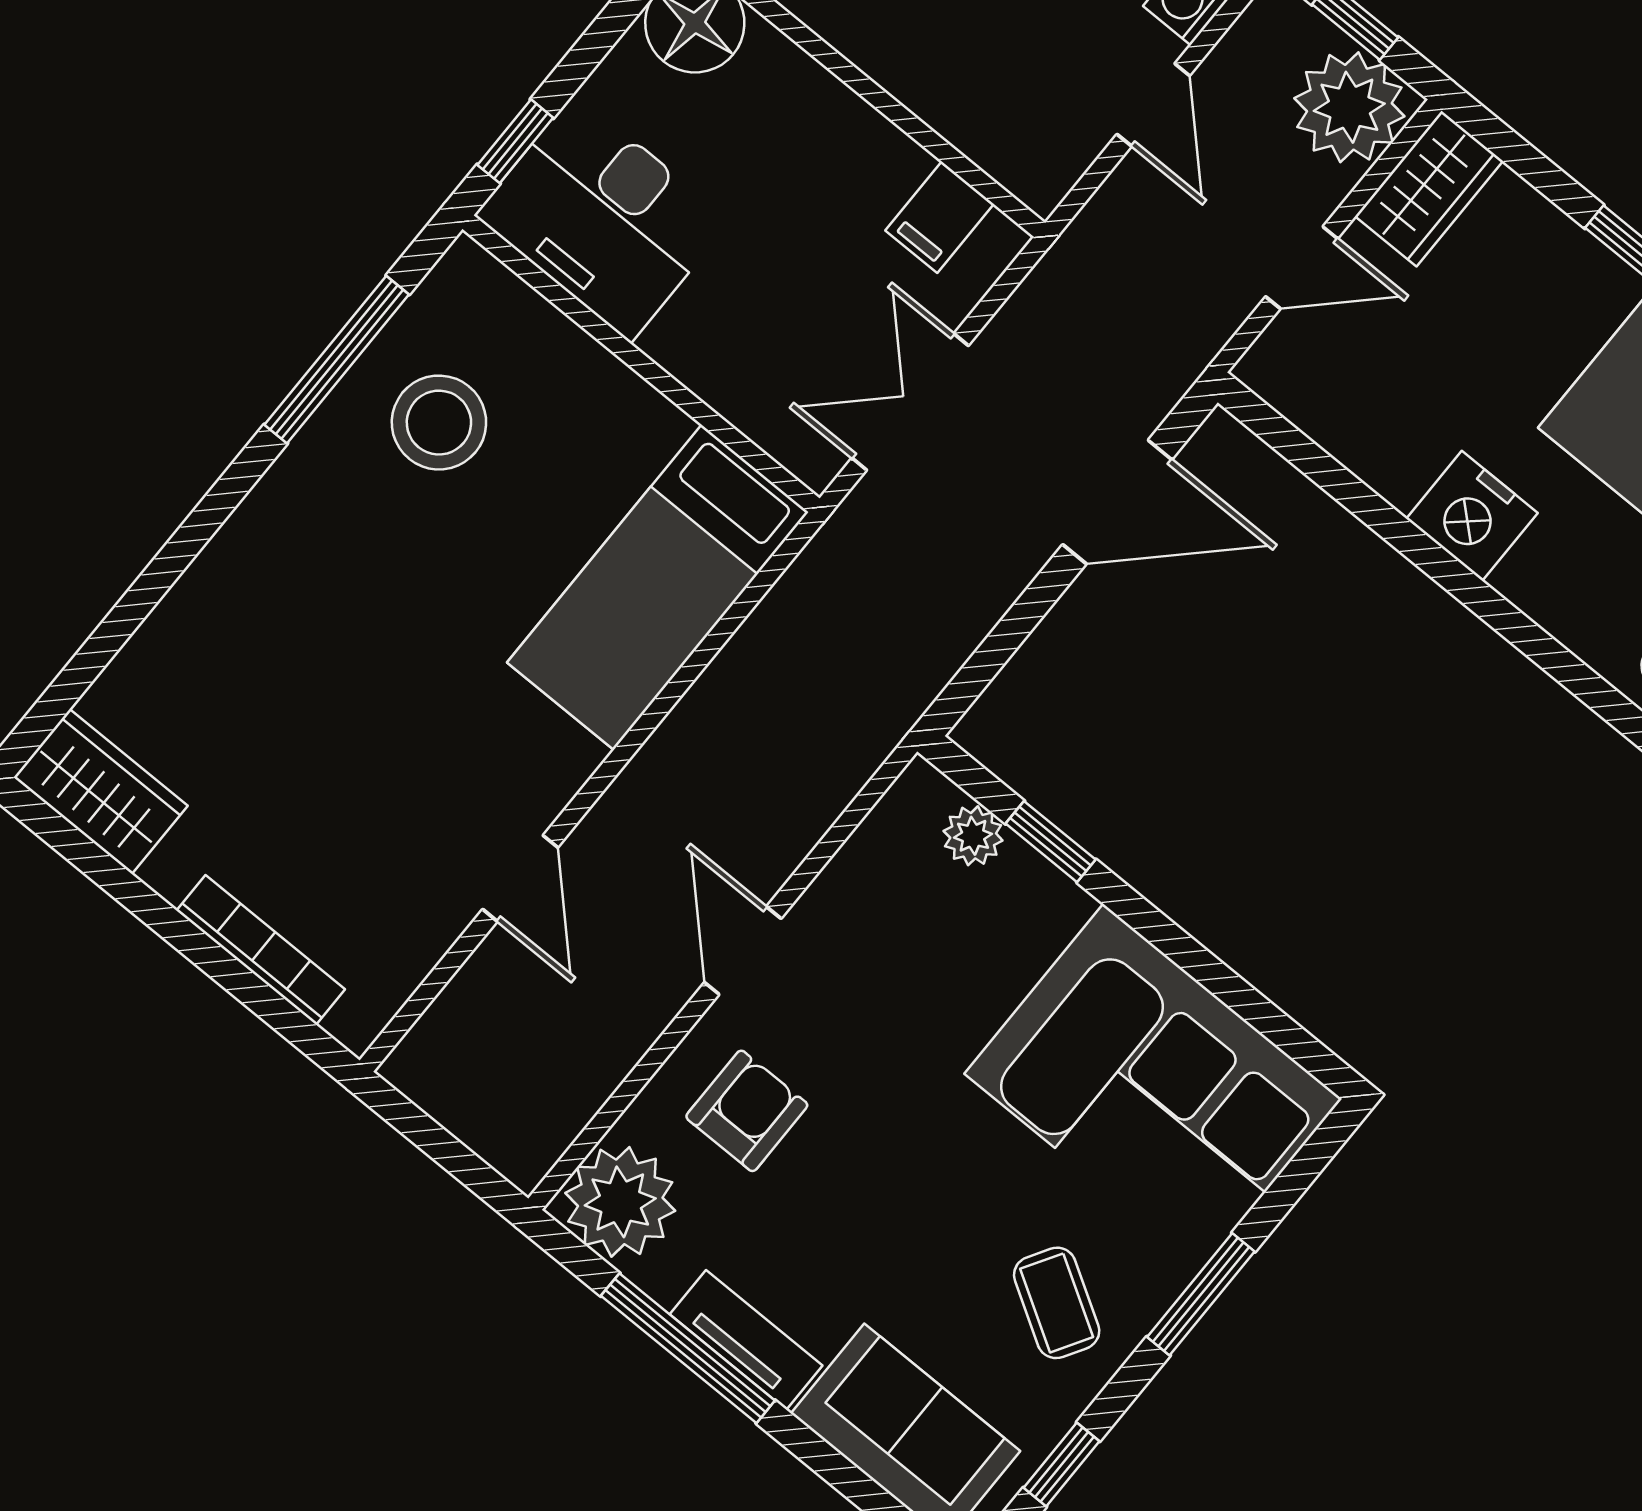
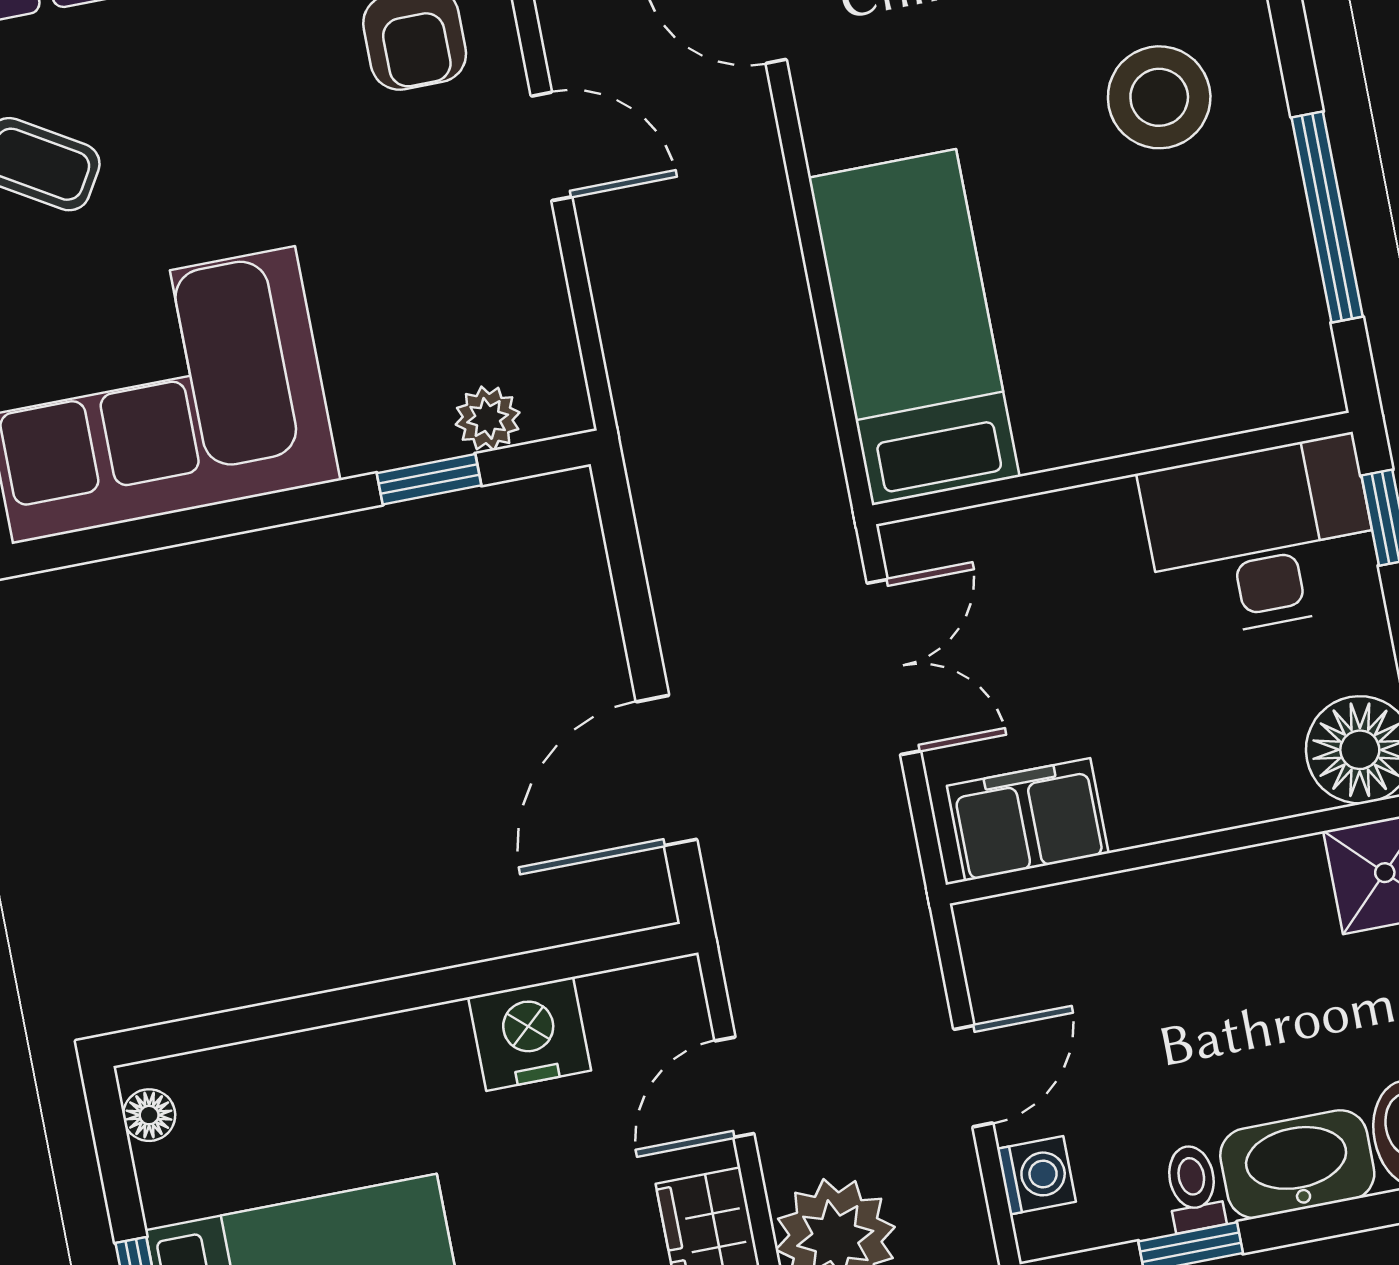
door: (1153, 105) -> (973, 1076), swing flipped
filing cabinet: (940, 217) -> (1028, 820), width x2.00
stool: (439, 423) -> (1159, 97), moved
nightstand: (1472, 516) -> (530, 1034), moved

